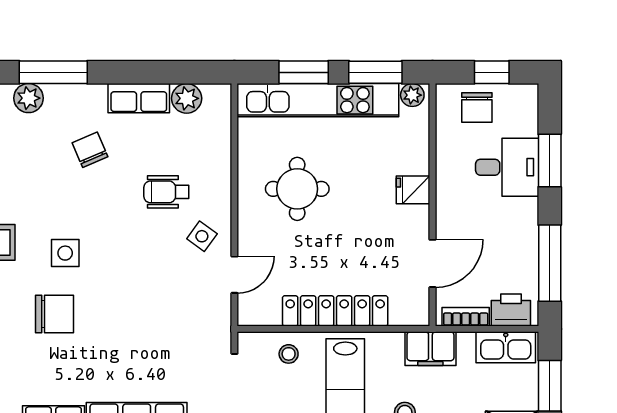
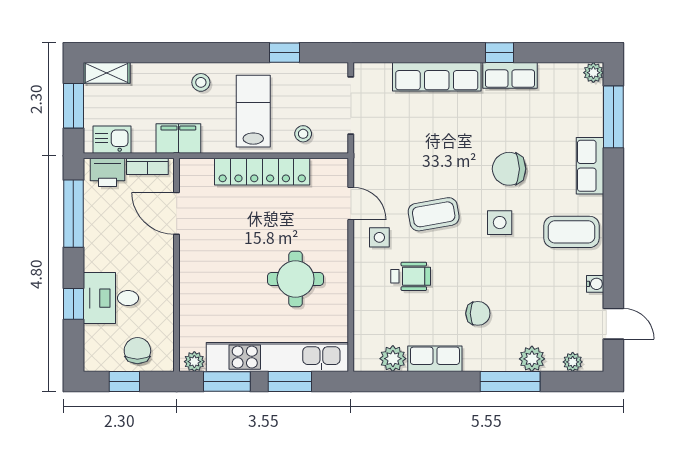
chair: (90, 150) -> (478, 313), turned -67
window: (550, 161) -> (73, 304), width x0.67
fridge: (413, 190) -> (194, 278), removed
side table: (202, 236) -> (379, 237), turned -36
coffee table: (140, 262) -> (434, 214), added
door: (433, 263) -> (177, 213), hinge flipped
door: (234, 275) -> (351, 203), swing flipped
kitchen sink: (506, 347) -> (112, 140), width x0.73

